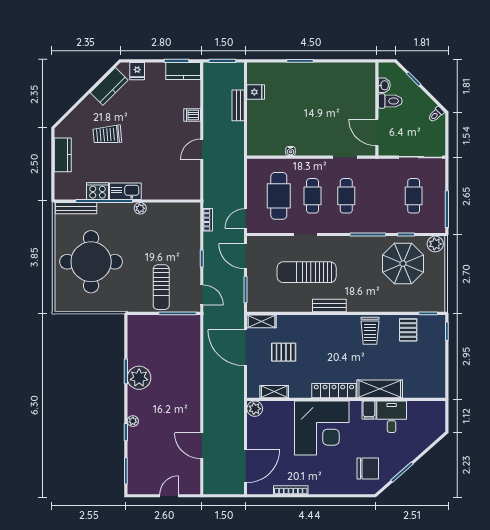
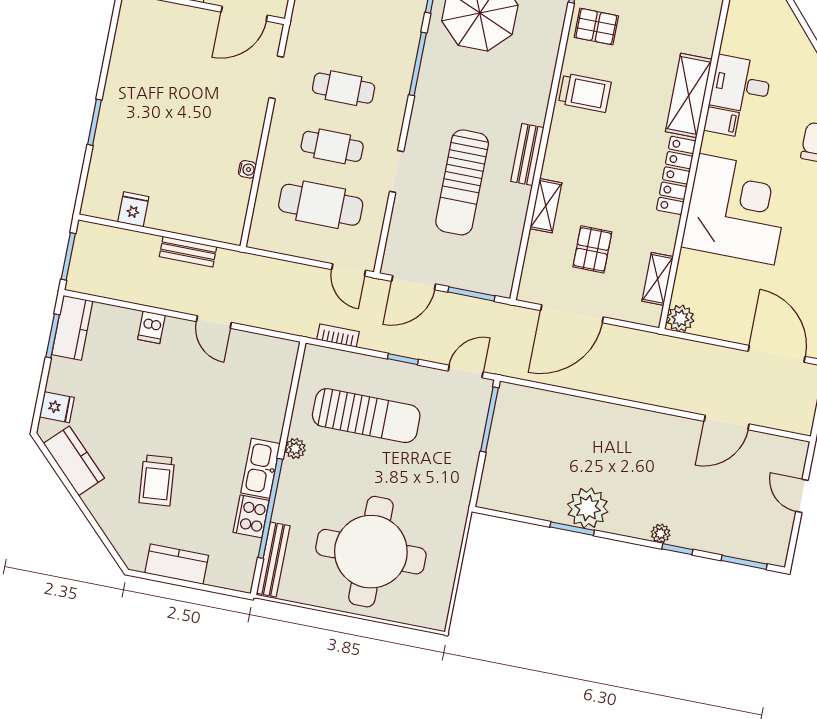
bench: (238, 105) -> (188, 252), moved
sun lounger: (161, 287) -> (366, 416), moved, width x1.36, depth x1.34
shelving: (261, 321) -> (546, 206), moved

